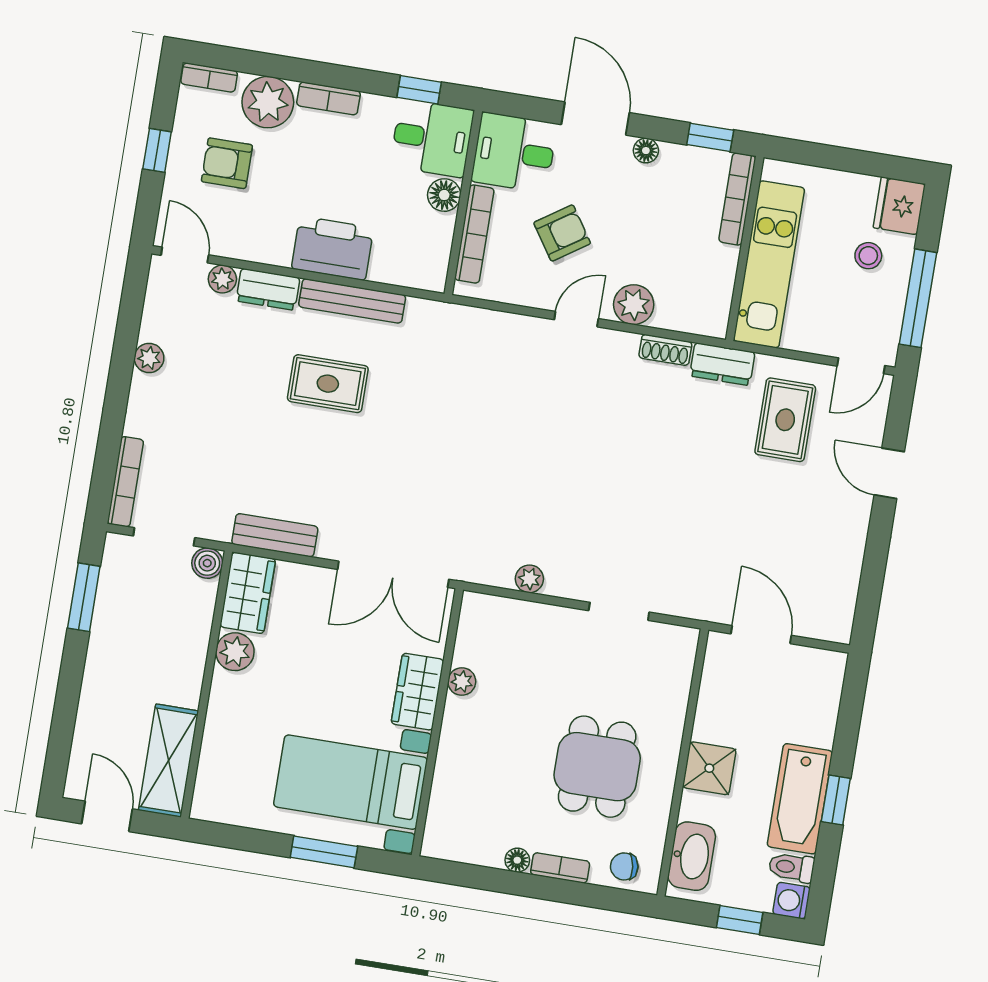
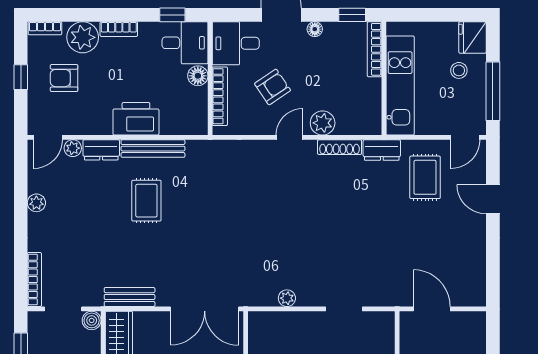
door: (185, 255) -> (48, 137), swing flipped
shoe rack: (665, 350) -> (340, 147), width x1.43
rug: (328, 384) -> (146, 201), turned 90

